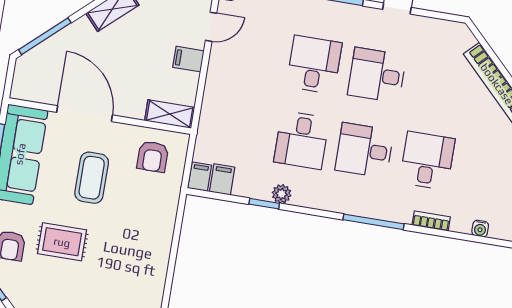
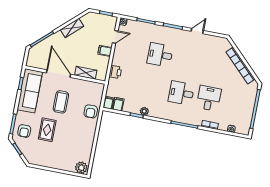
desk: (314, 65) -> (160, 55), turned -90
desk: (377, 75) -> (188, 60), removed
printer: (213, 106) -> (115, 72), added
shelving: (170, 114) -> (86, 73), moved
desk: (302, 140) -> (154, 88), removed
armchair: (153, 157) -> (91, 111), moved
rug: (62, 242) -> (47, 130), turned 90

